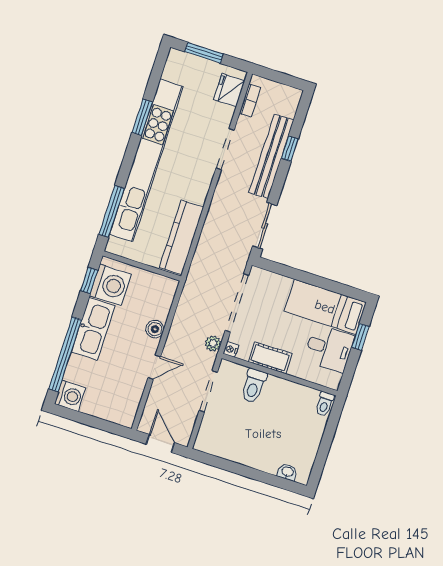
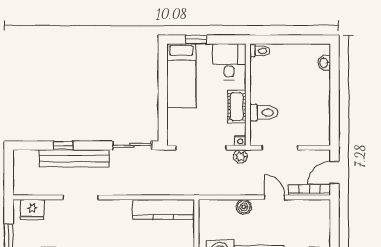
bookcase: (250, 100) -> (310, 190), moved, width x1.56
desk: (329, 348) -> (229, 62), moved

